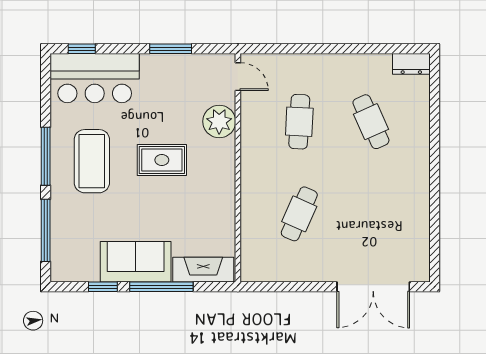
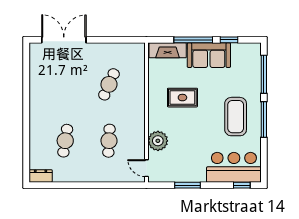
cafe table: (371, 122) -> (65, 141), turned 33
rug: (162, 160) -> (182, 98), moved

